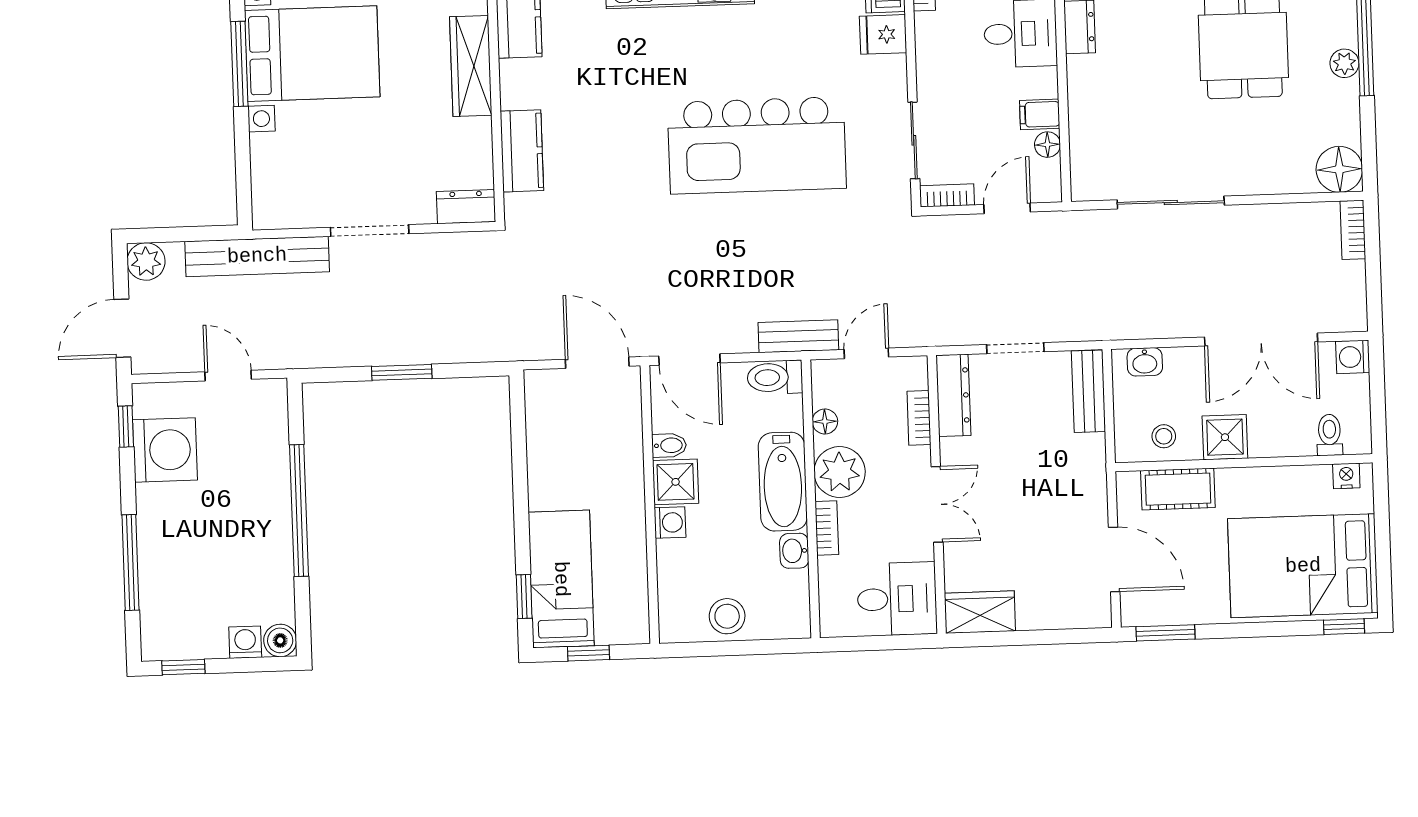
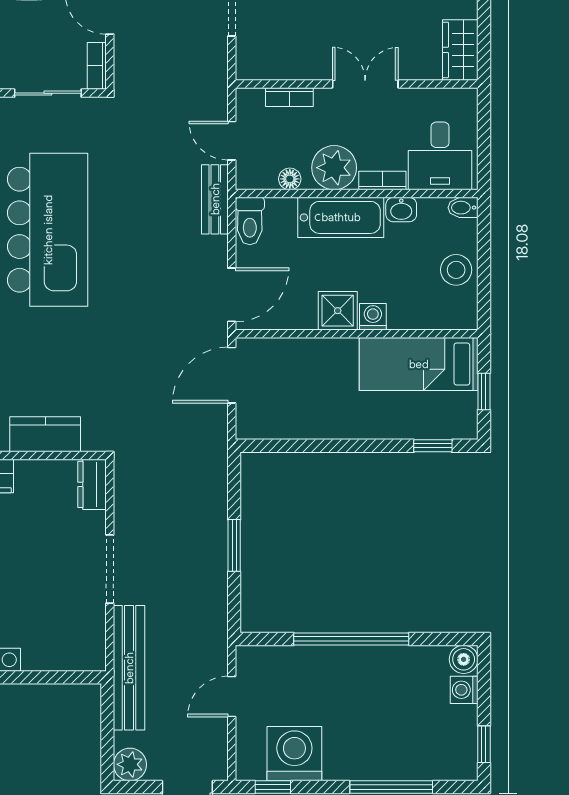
dresser: (953, 395) -> (271, 66), removed
bidet: (669, 445) -> (463, 208), moved, turned -90
bed: (561, 579) -> (419, 364), moved
desk: (897, 599) -> (440, 156), moved, turned 180

